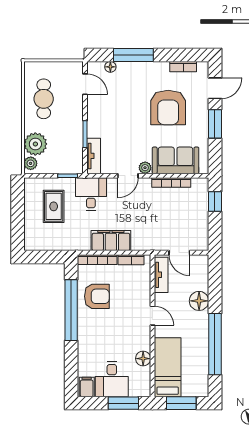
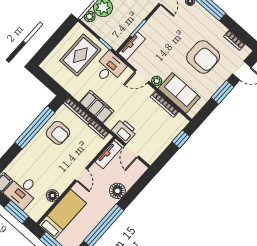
armchair: (168, 108) -> (203, 57), turned -90
rug: (54, 206) -> (80, 55), width x1.36, depth x1.43
printer: (156, 240) -> (124, 131), added

